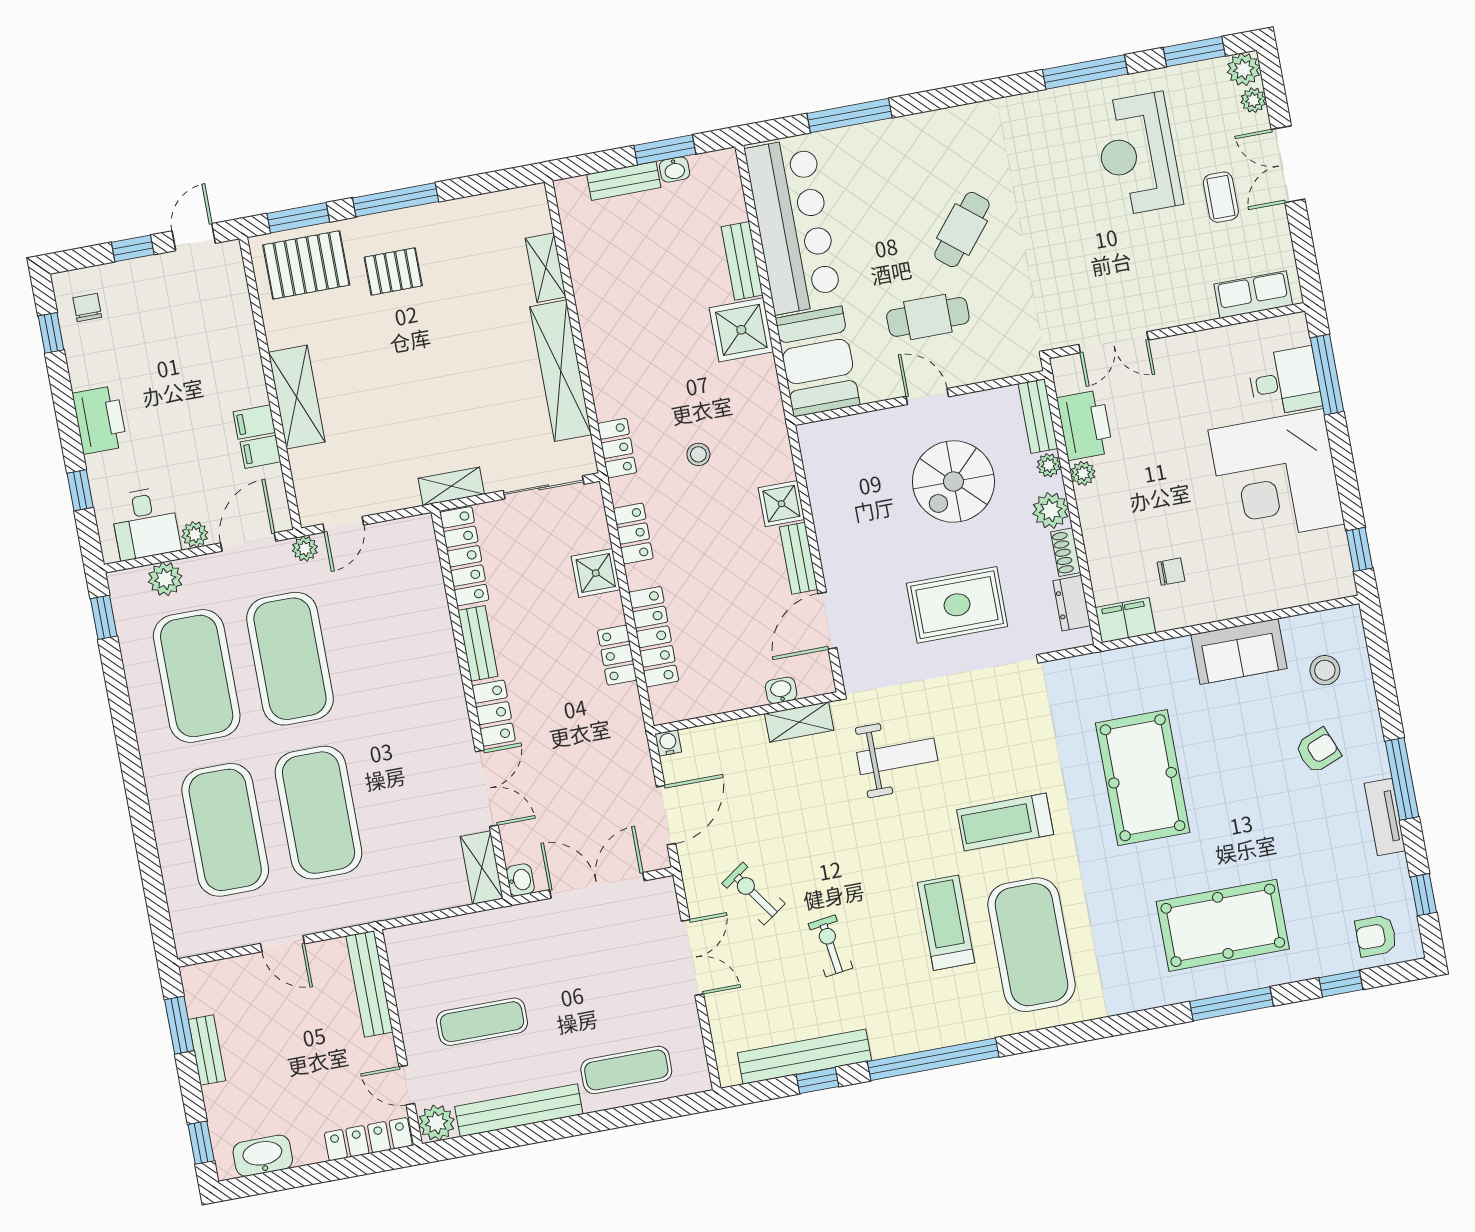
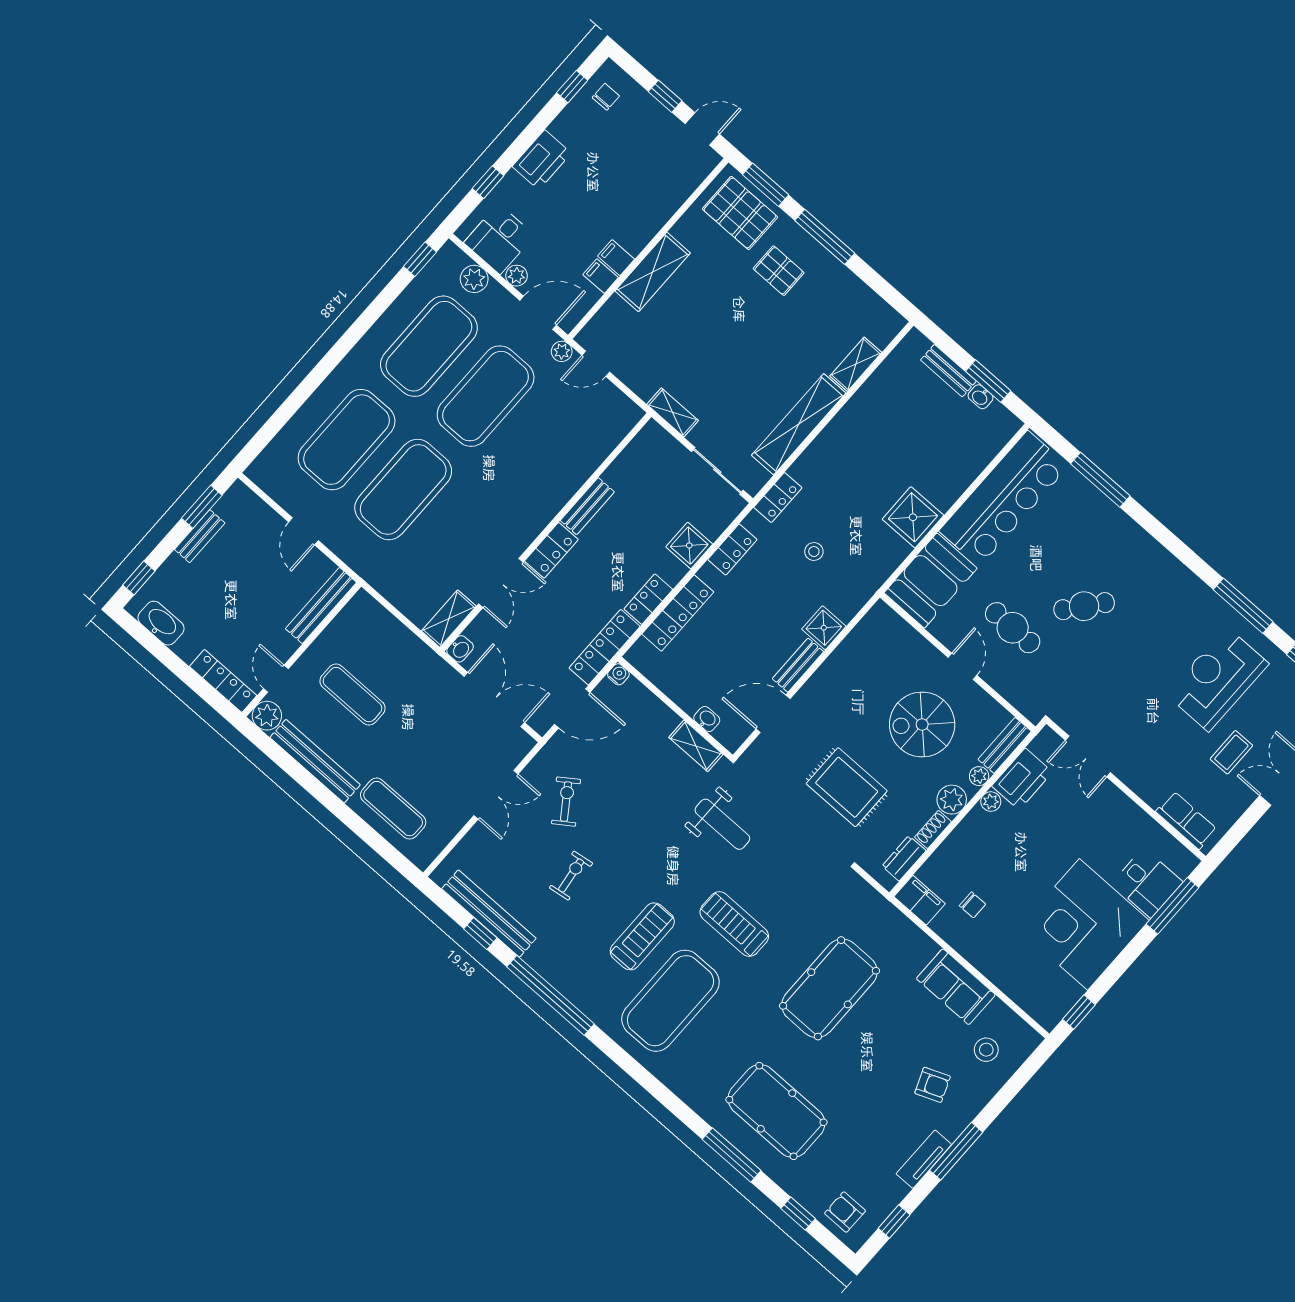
bench: (742, 261) -> (957, 484), removed
locker: (464, 556) -> (605, 647), moved, turned 180

